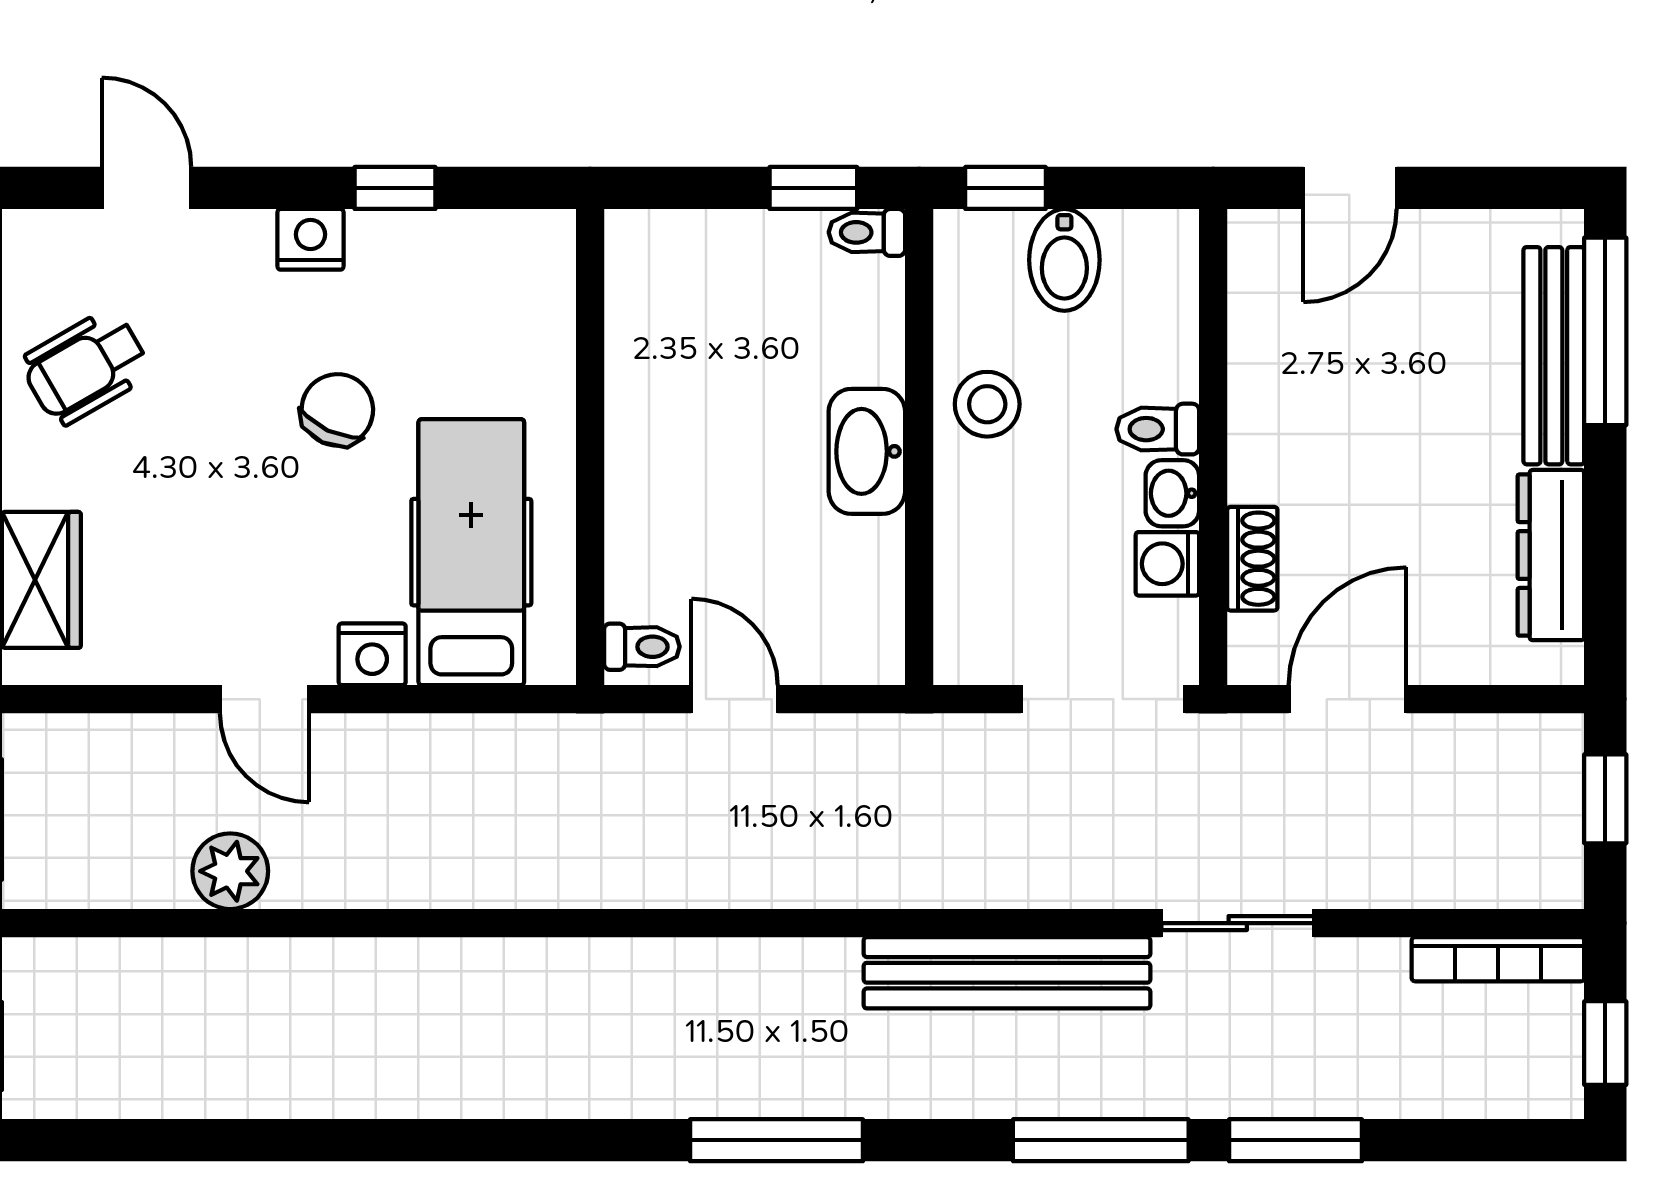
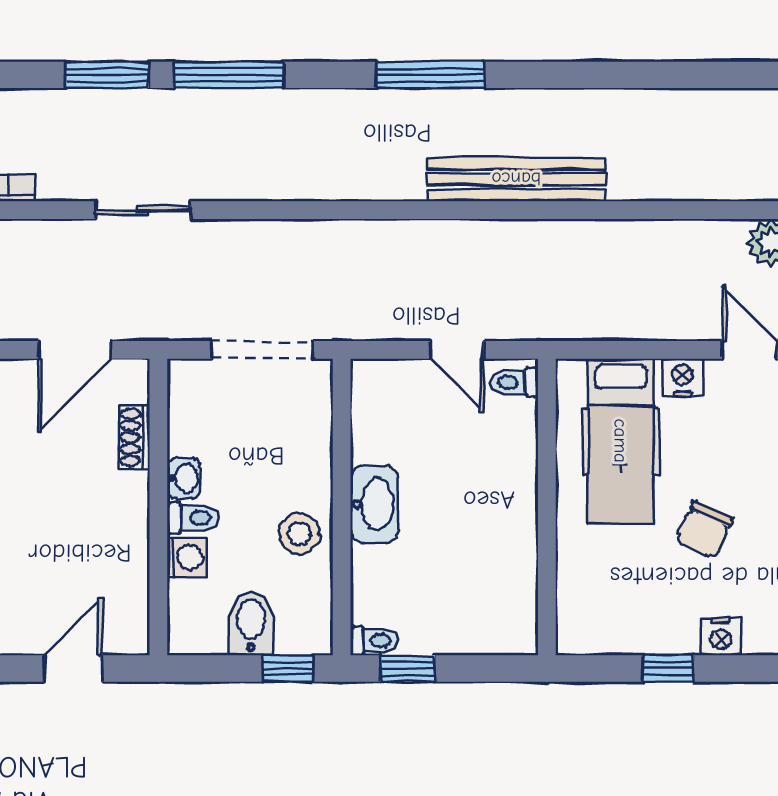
washing machine: (1167, 564) -> (187, 557), moved
doorway: (1103, 699) -> (263, 350), moved
bench: (1007, 973) -> (516, 179), moved

